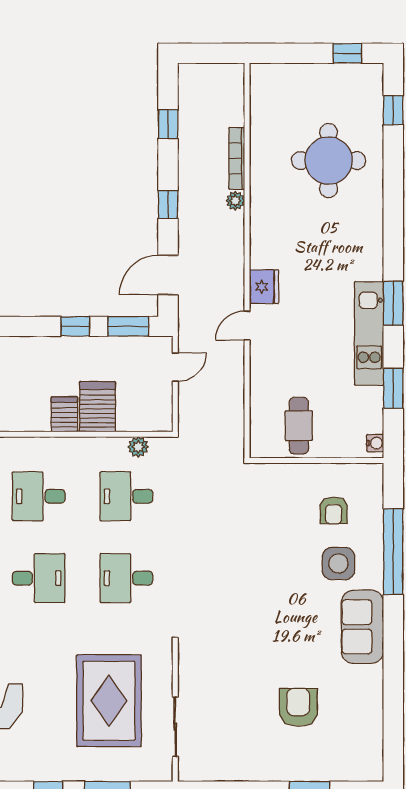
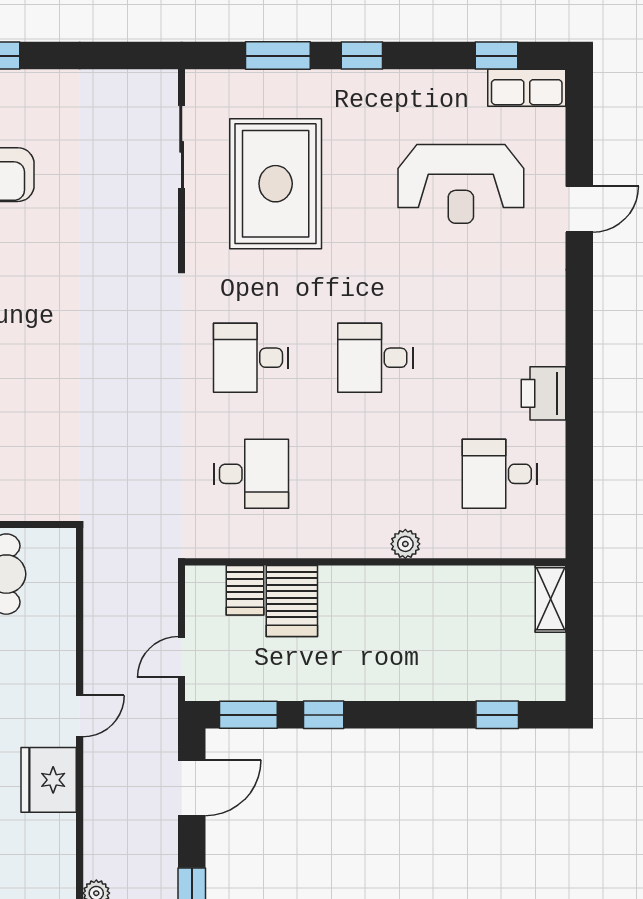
fridge: (264, 287) -> (49, 780), width x1.36, depth x1.34
server rack: (64, 414) -> (245, 590), moved
plant: (138, 447) -> (405, 544), moved
desk: (39, 496) -> (375, 474), removed
desk: (126, 578) -> (251, 358), turned 180

